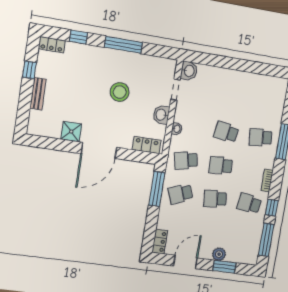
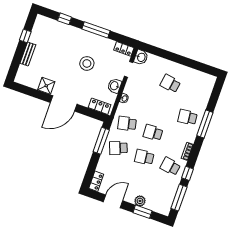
locker: (52, 45) -> (124, 49), moved
school desk: (226, 132) -> (170, 84), moved

